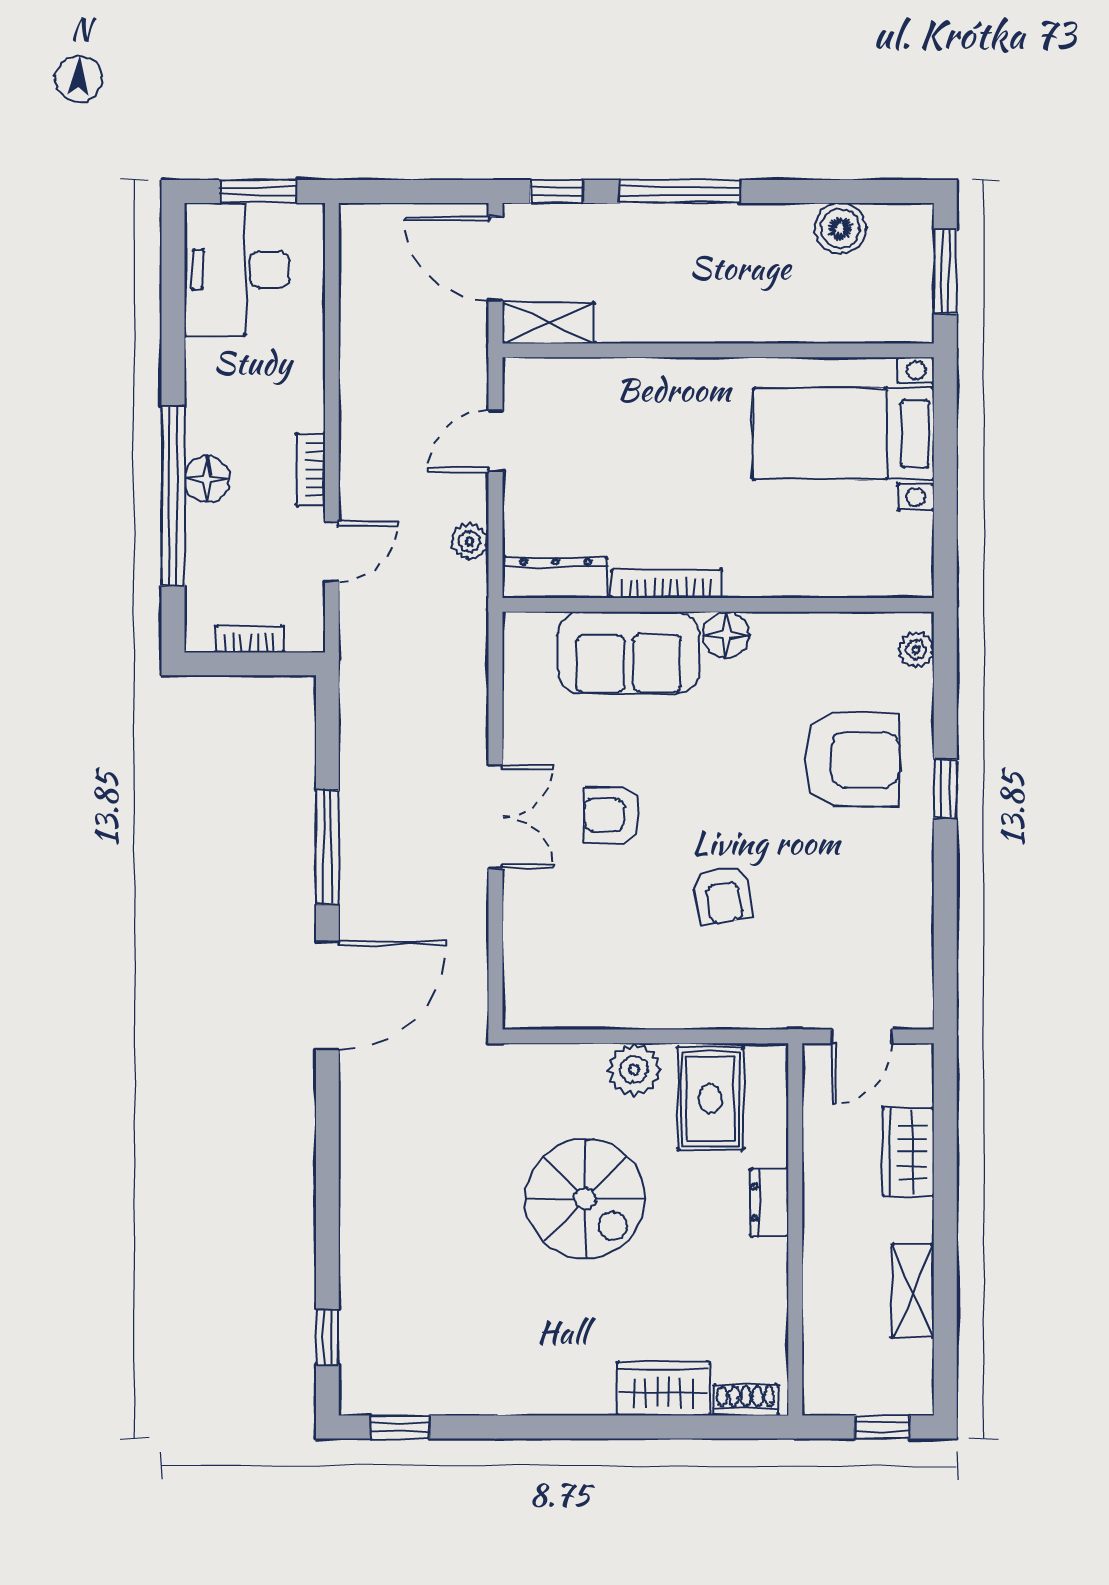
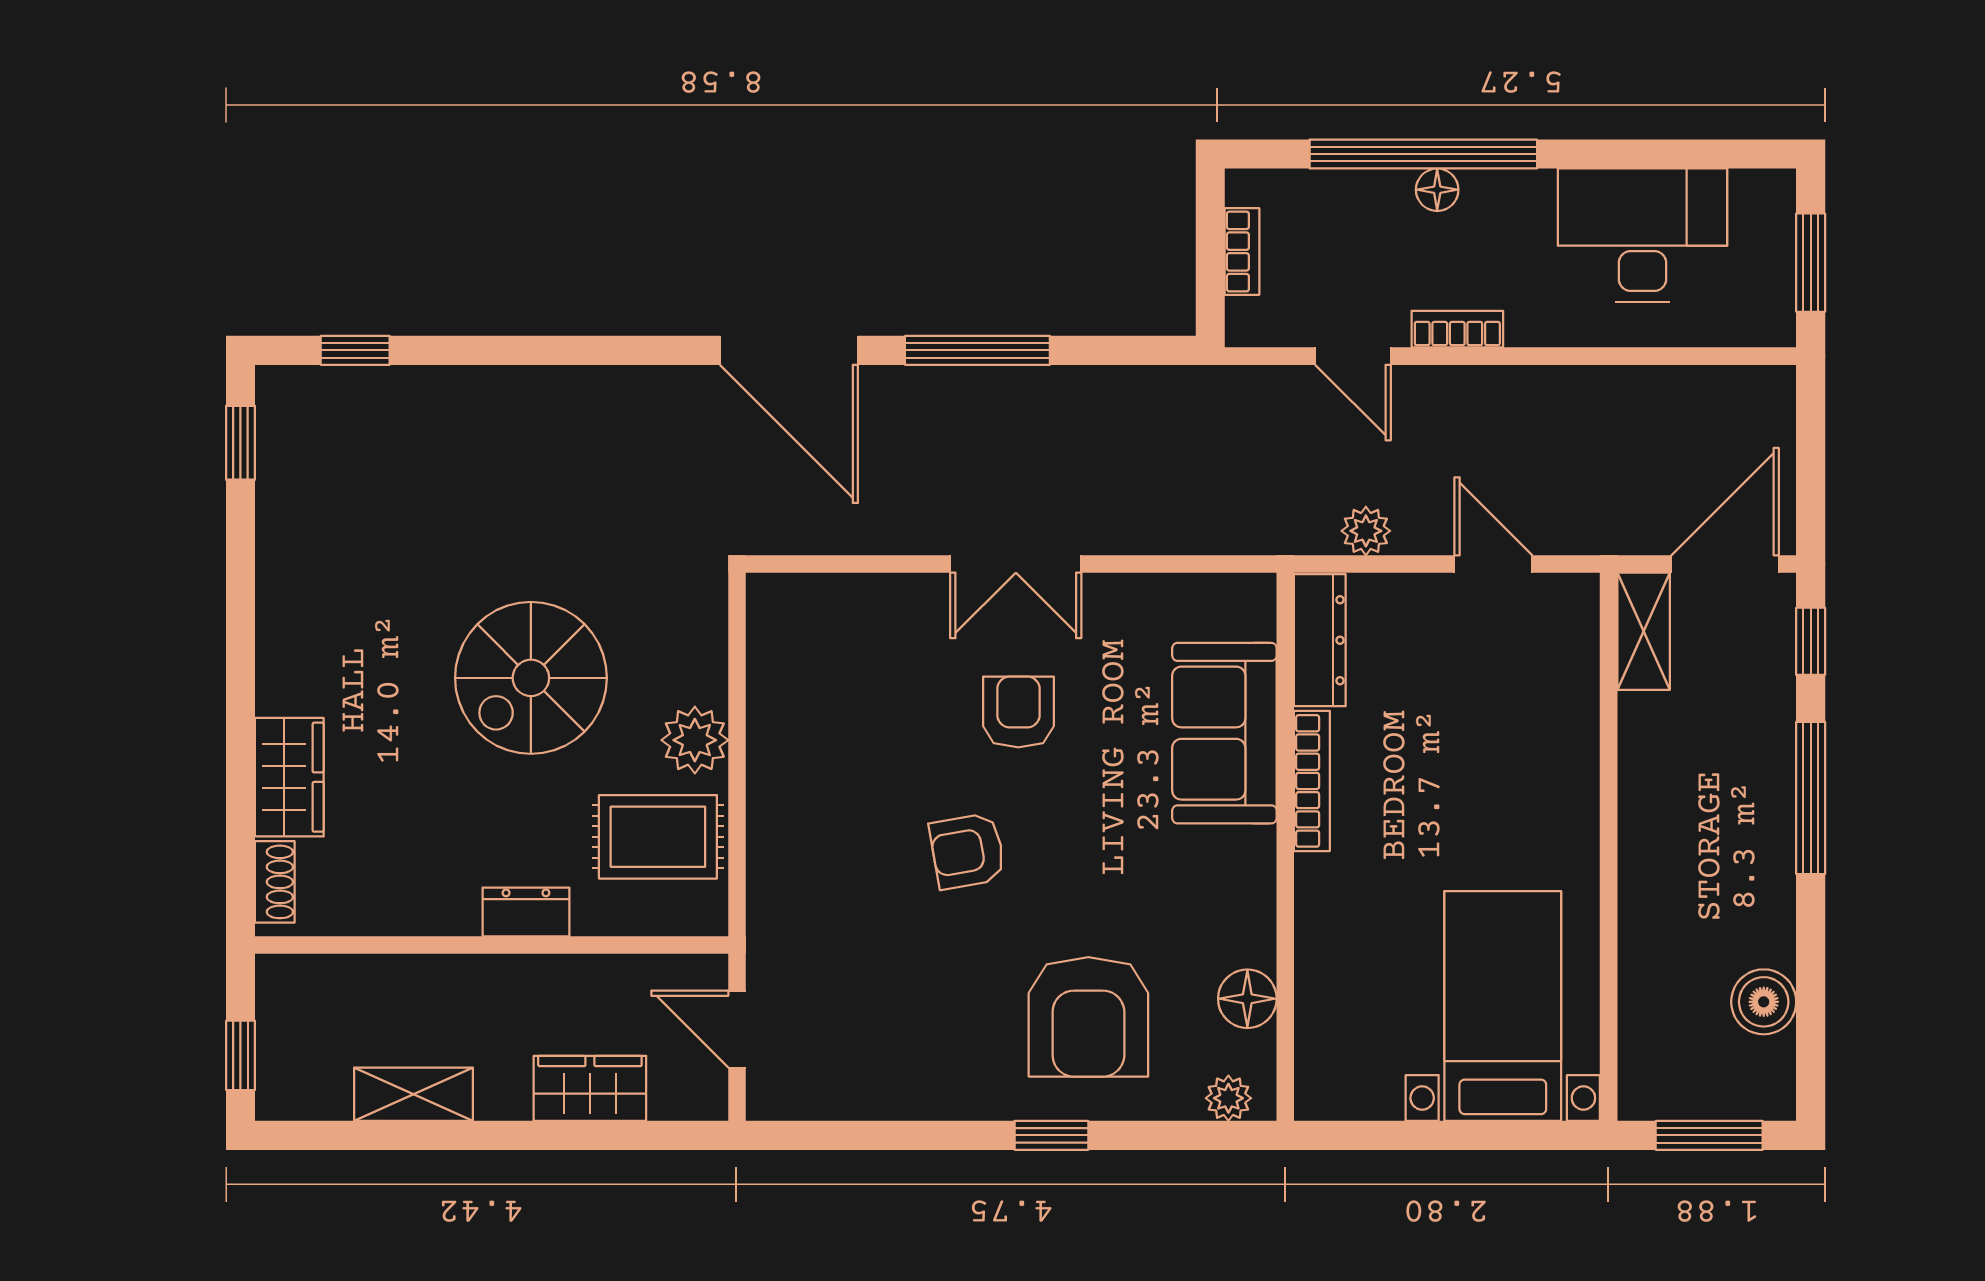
desk: (237, 269) -> (1643, 235), moved
floor lamp: (207, 479) -> (1437, 190), width x0.73, depth x0.73
floor lamp: (726, 635) -> (1247, 999), moved
armchair: (723, 895) -> (967, 851), moved

